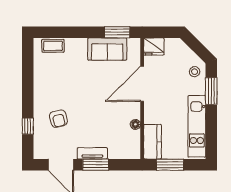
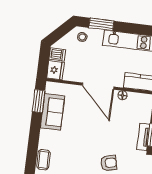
dishwasher: (172, 46) -> (57, 54), added
door: (142, 84) -> (98, 86), moved

